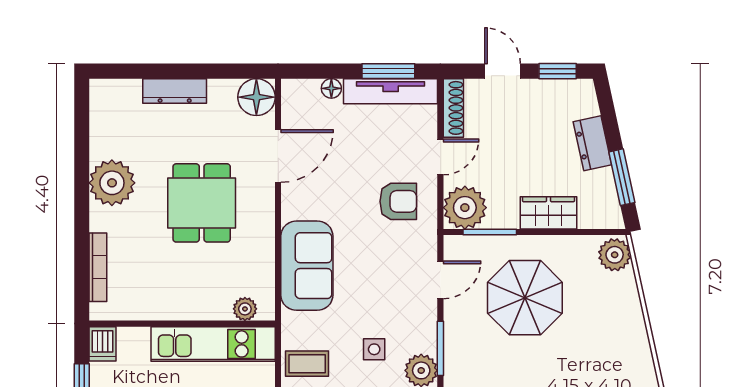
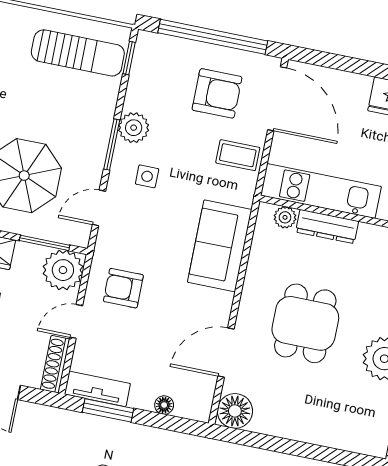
dresser: (175, 91) -> (327, 227), moved, turned 180
tv unit: (391, 91) -> (97, 389), width x0.71
side table: (374, 349) -> (147, 176), moved

